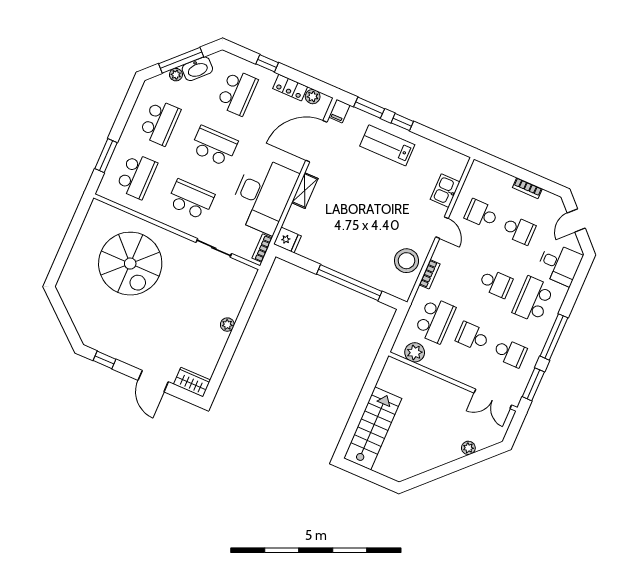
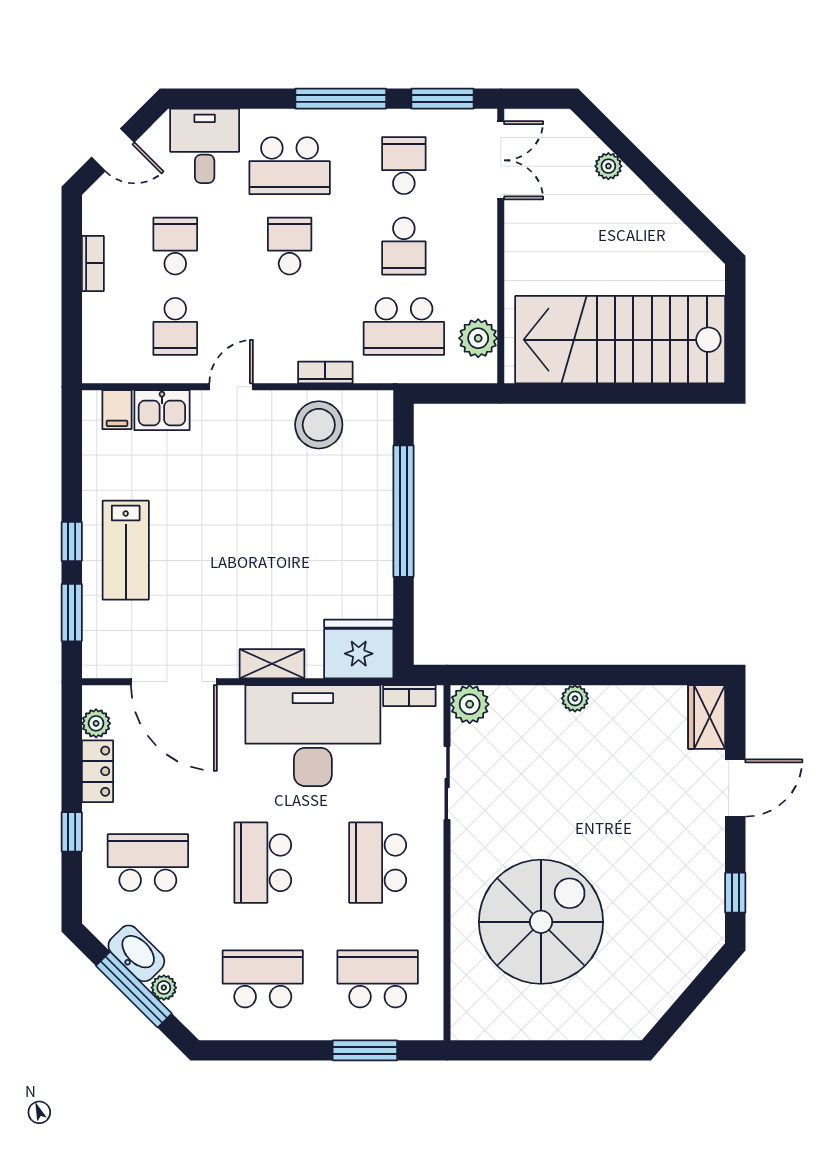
filing cabinet: (339, 111) -> (117, 410), moved, turned 90
fridge: (287, 240) -> (359, 649), width x1.88, depth x1.34
plant: (246, 274) -> (470, 704), added
school desk: (435, 320) -> (404, 326), turned 180
stairs: (373, 428) -> (620, 340), width x1.36, depth x1.51

